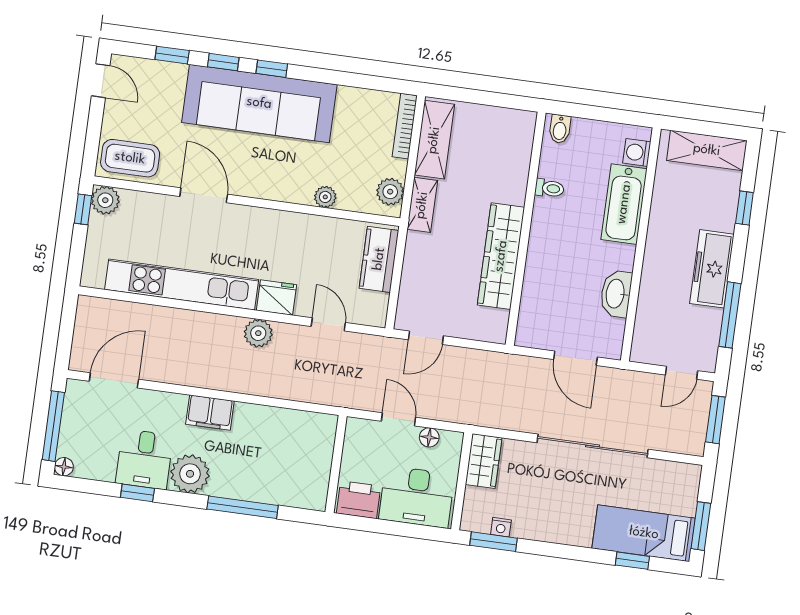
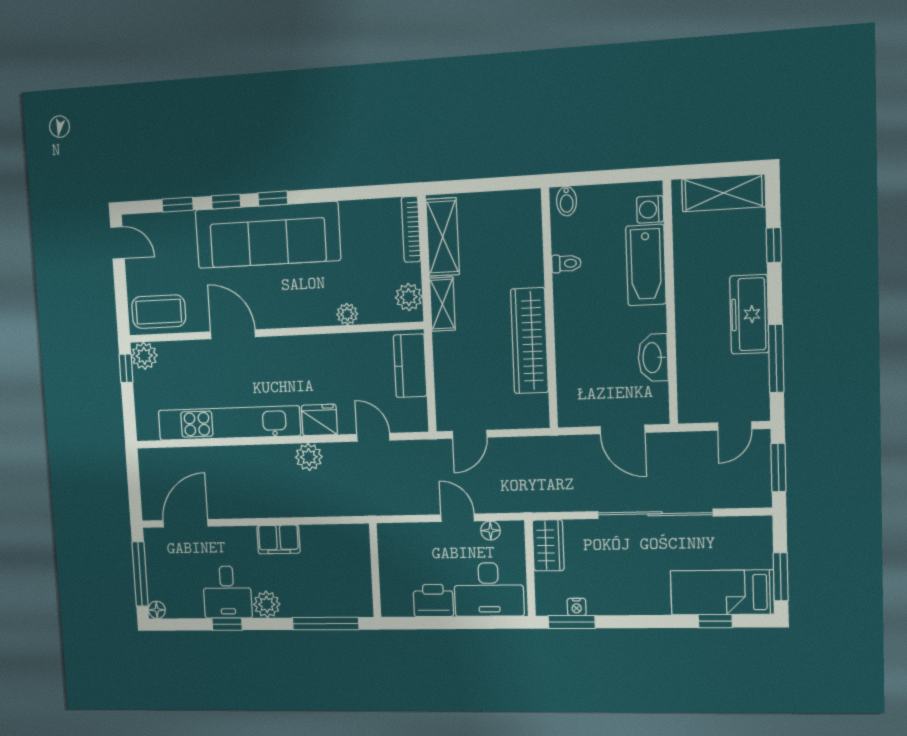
wall: (336, 464) -> (375, 570), moved
plant: (190, 474) -> (267, 604), width x0.73, depth x0.73

